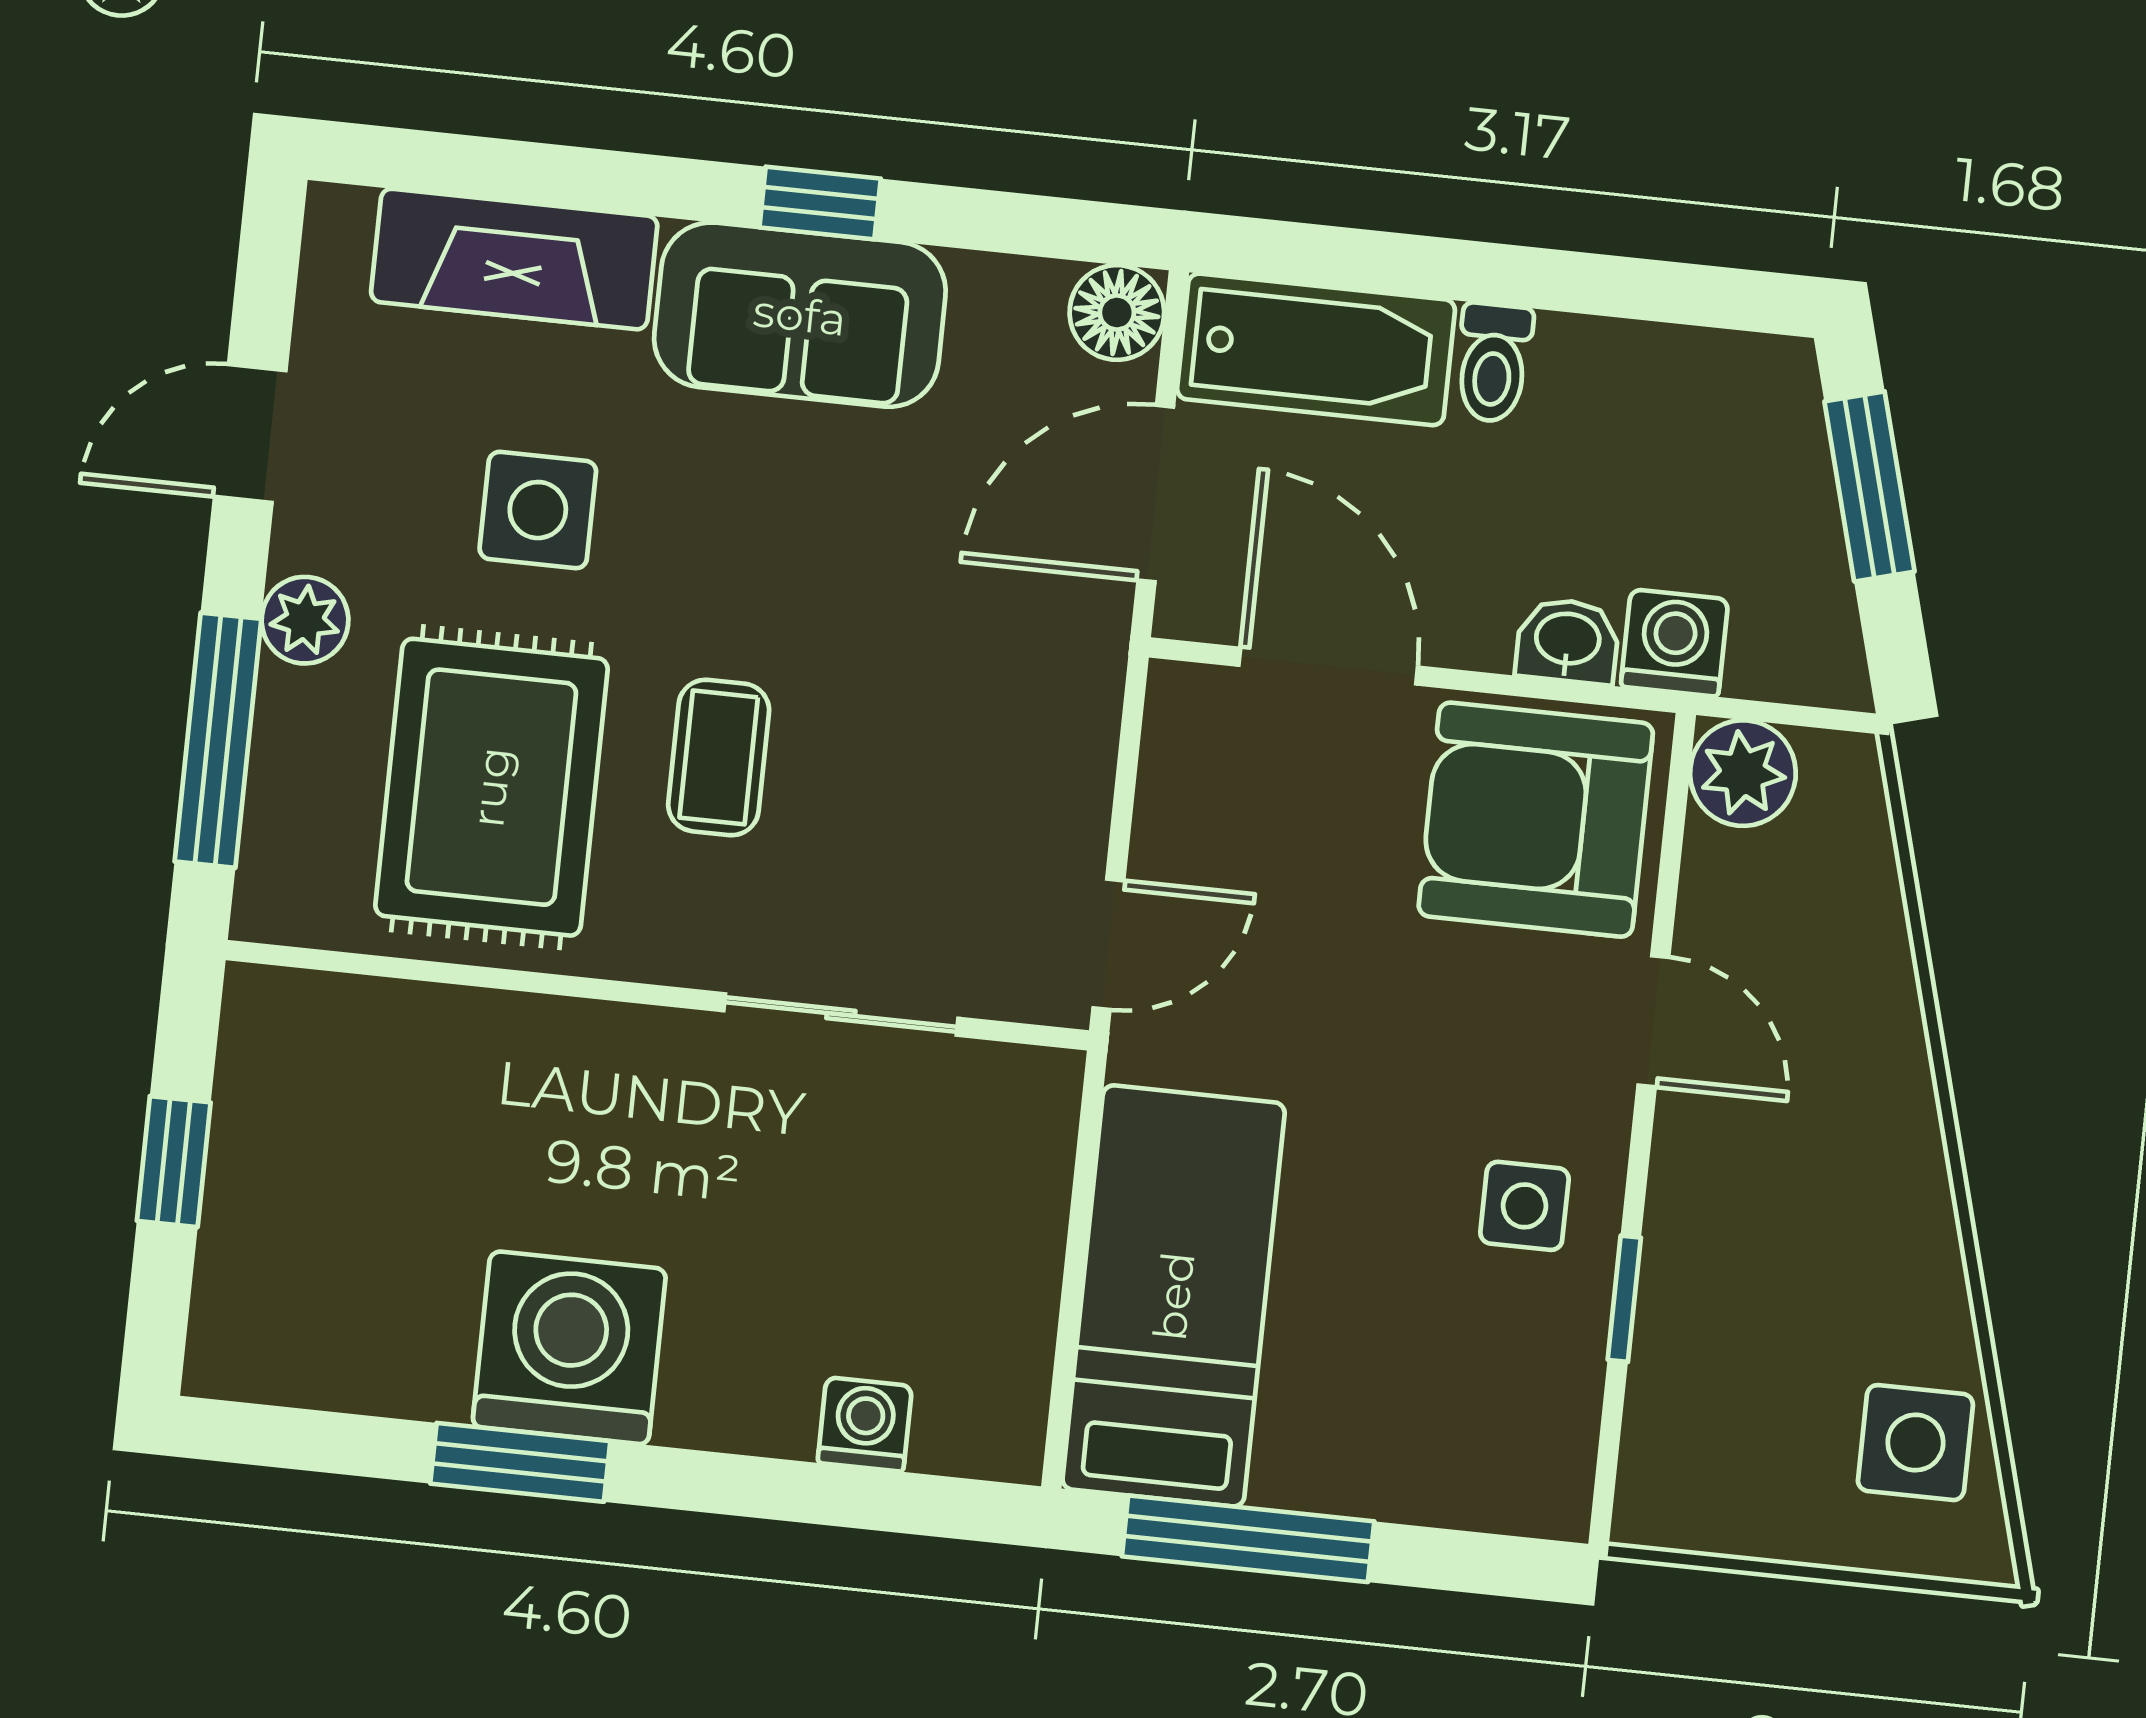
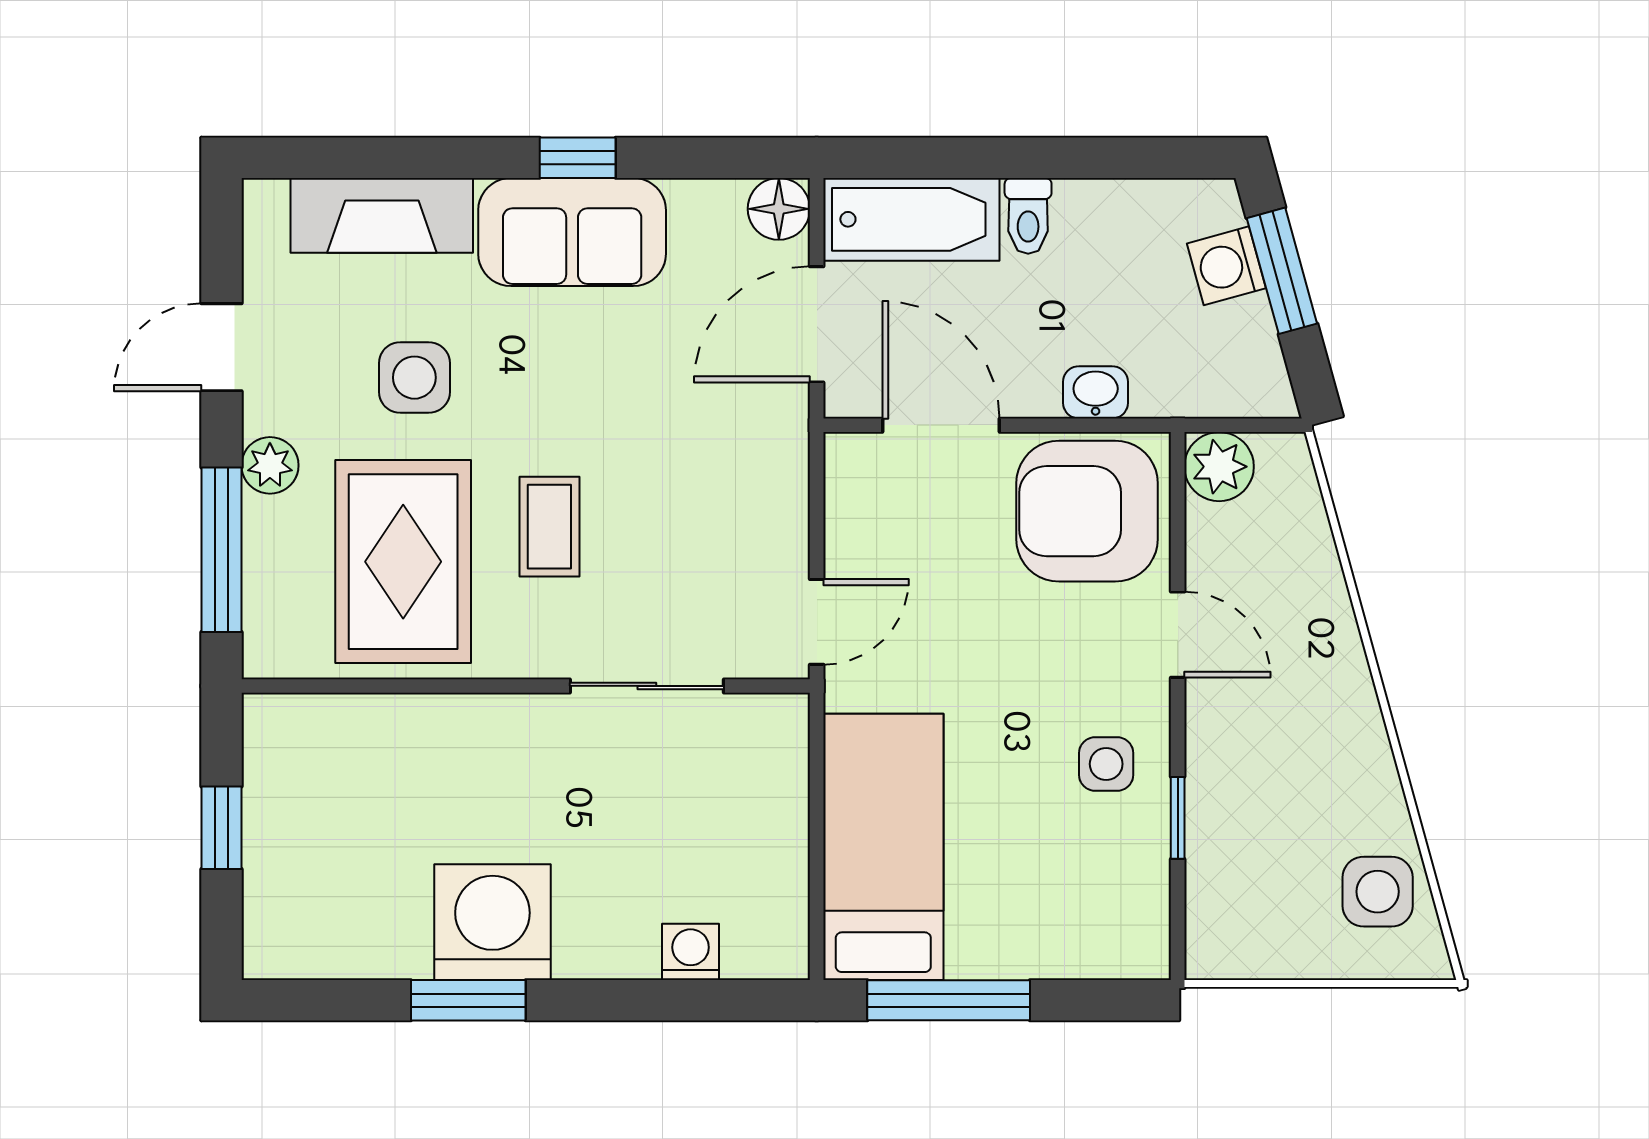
washing machine: (1675, 643) -> (1226, 266), moved, turned -105

